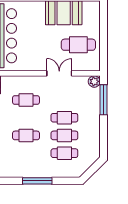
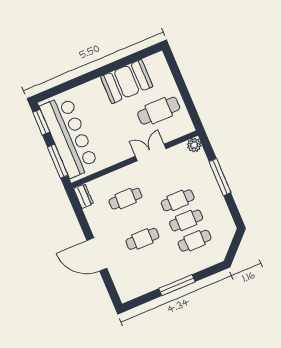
window: (103, 100) -> (220, 177), moved

